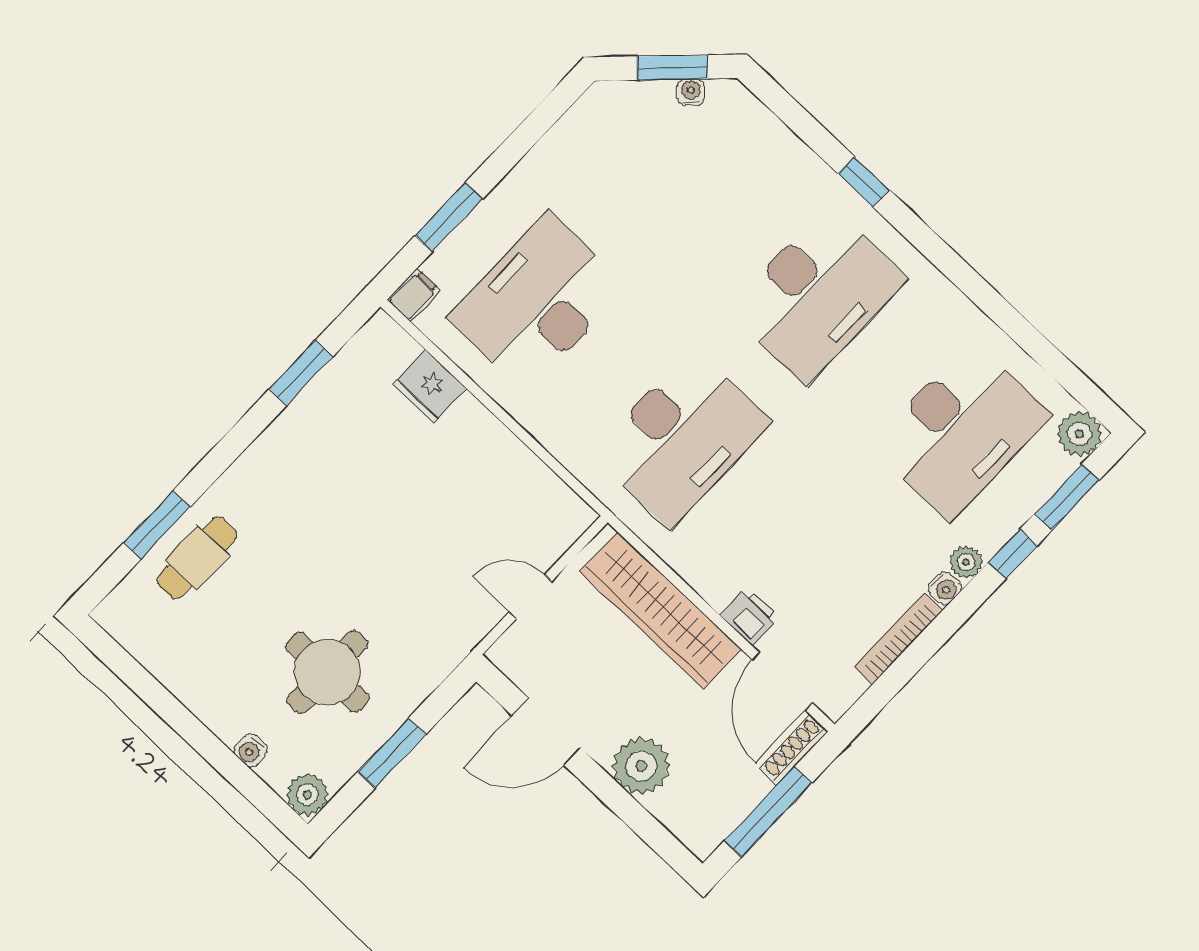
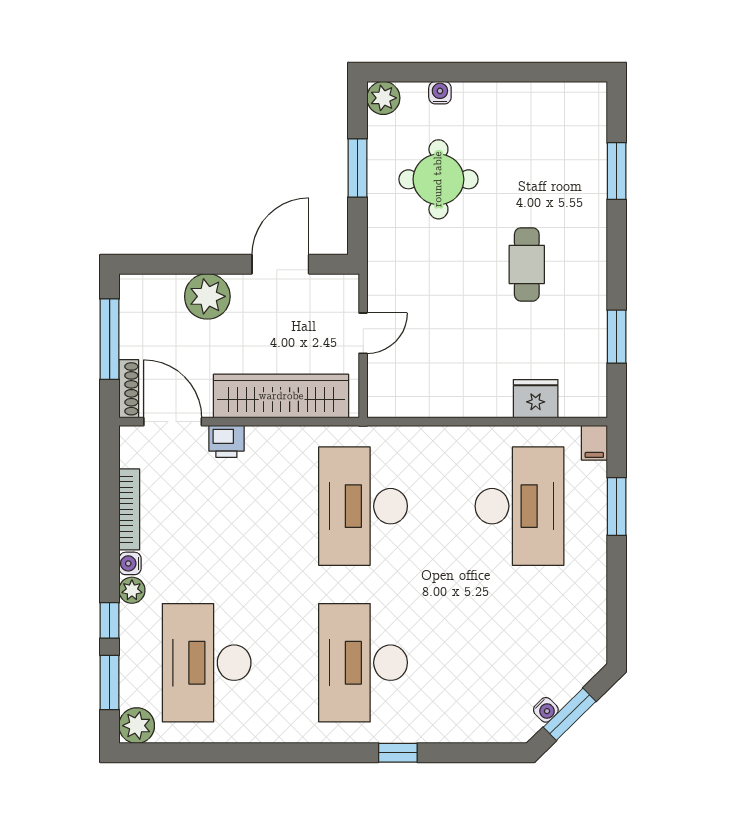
cafe table: (197, 558) -> (527, 264), moved

